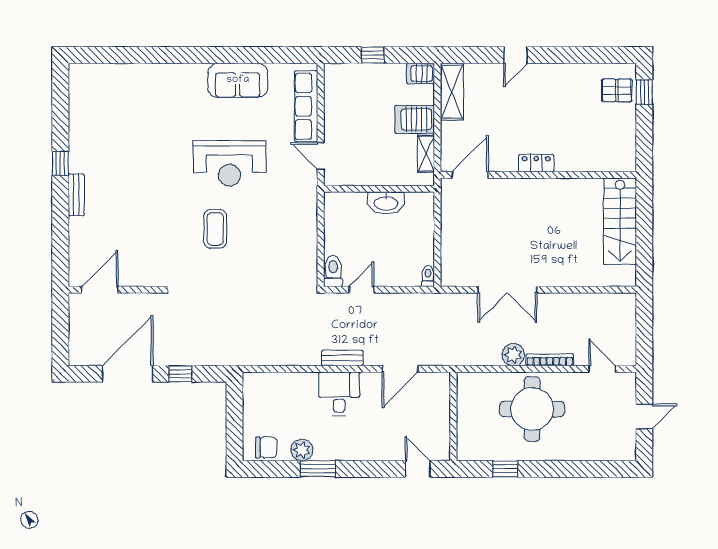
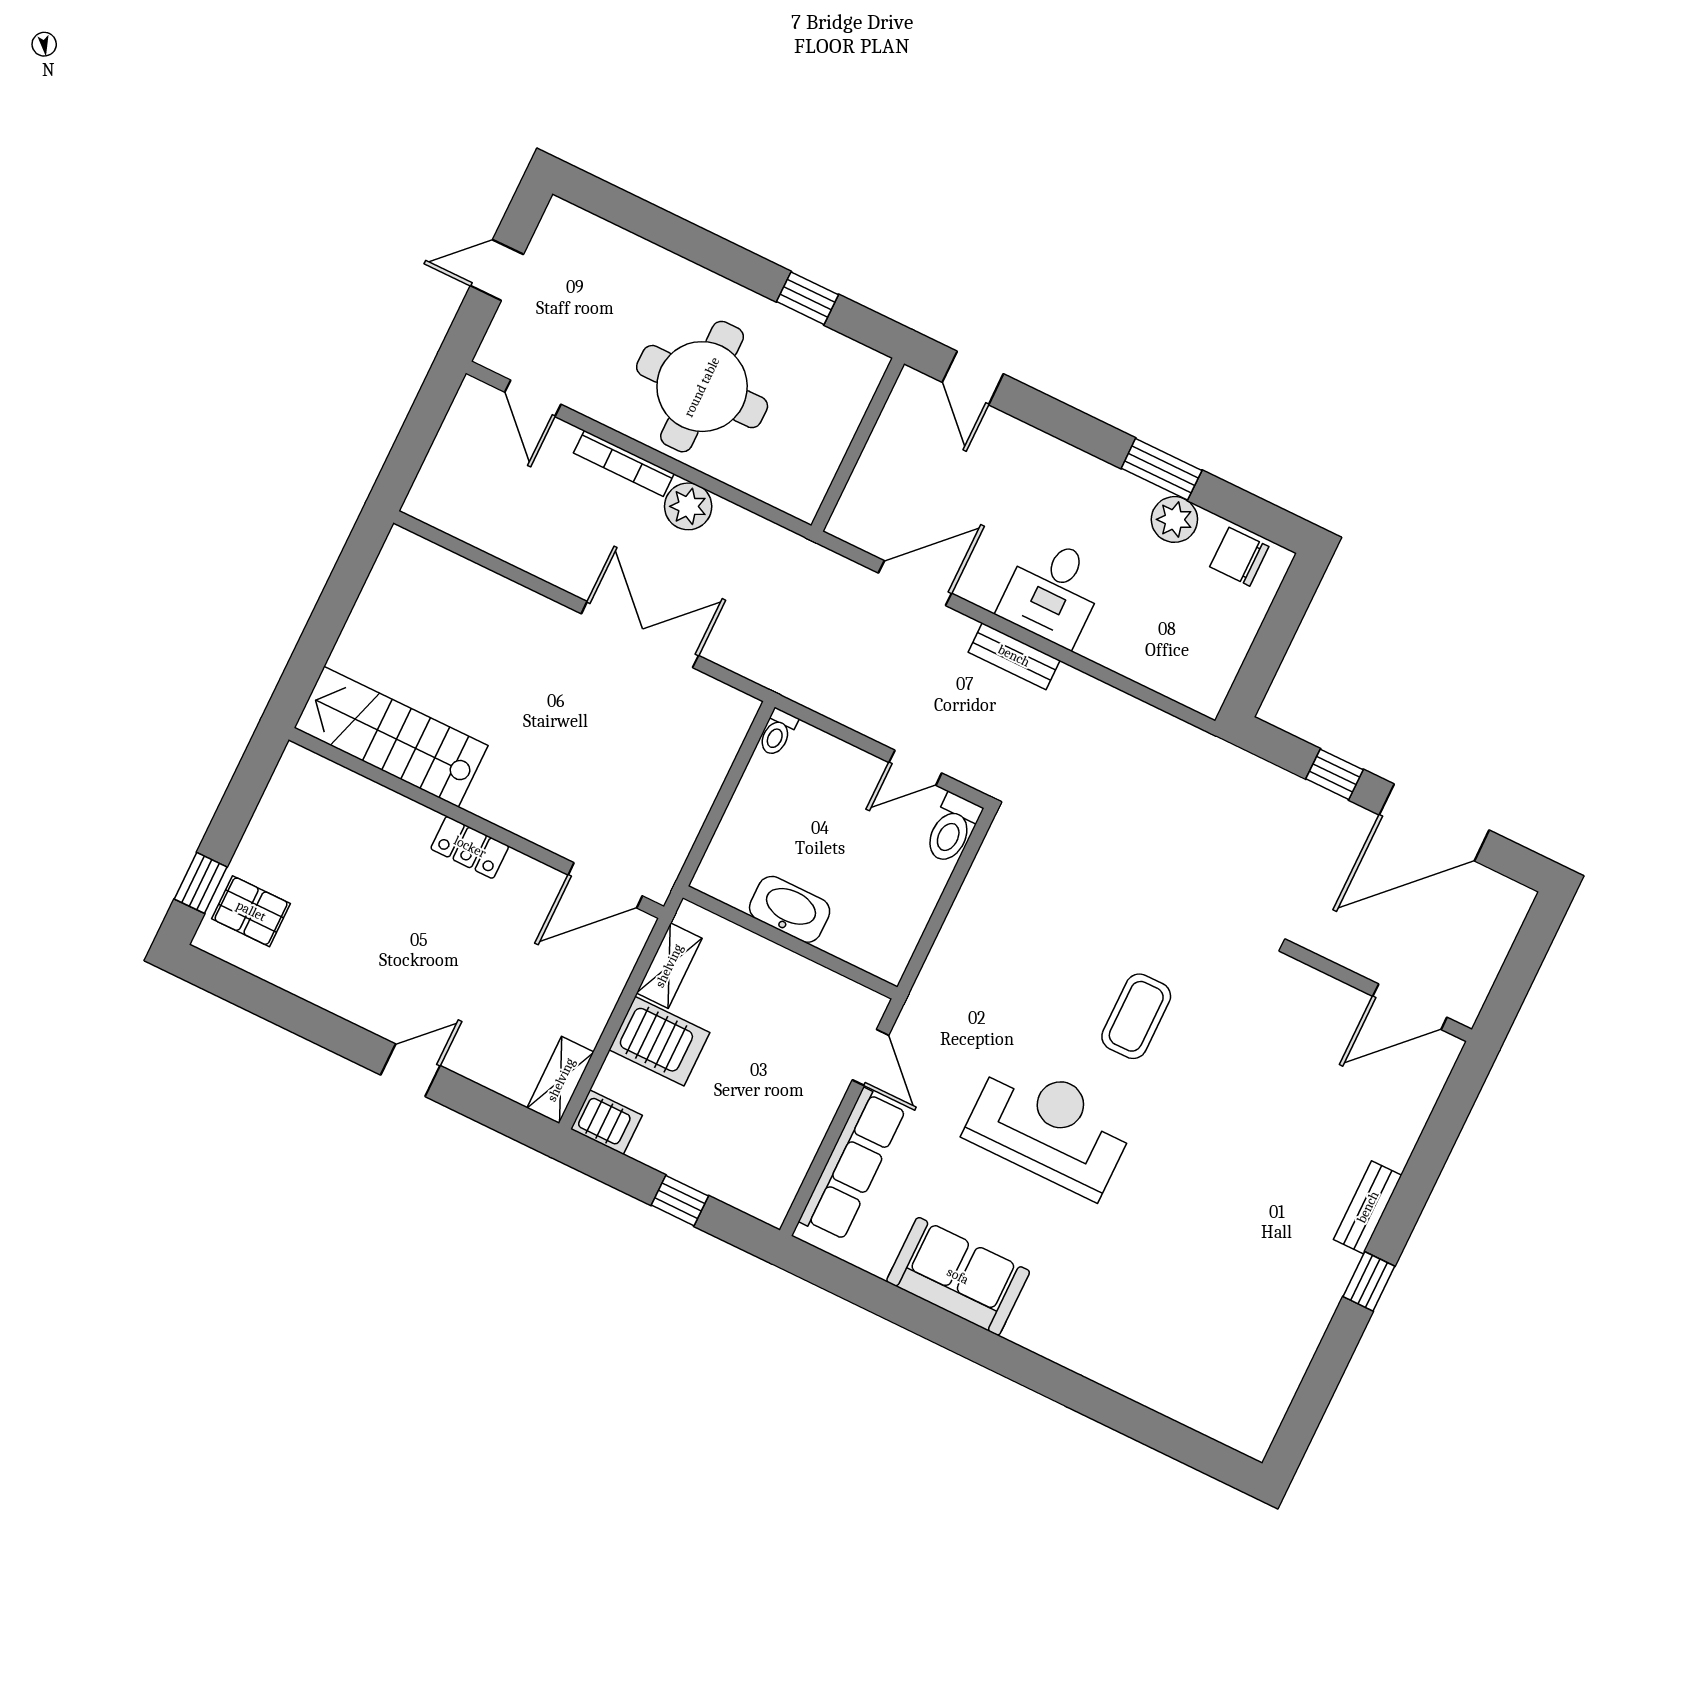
shelving: (452, 92) -> (561, 1080), width x0.67, depth x0.75
stairs: (620, 221) -> (391, 737), moved, turned -90

